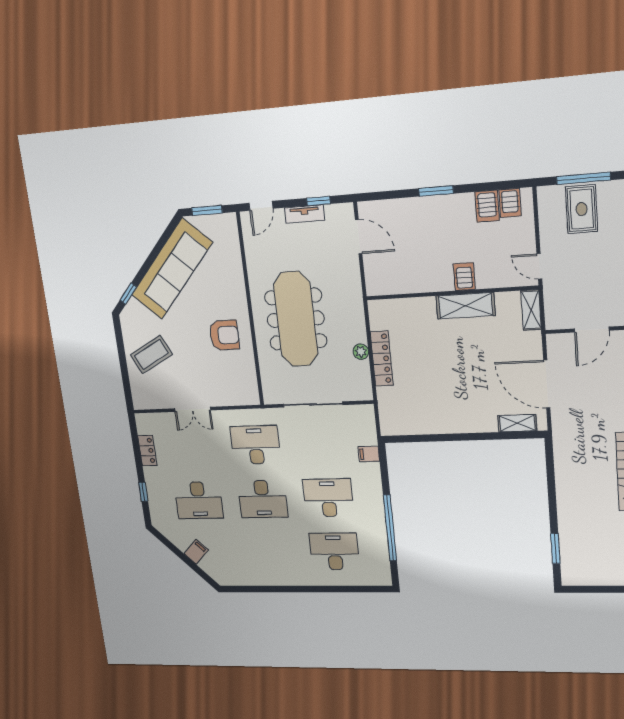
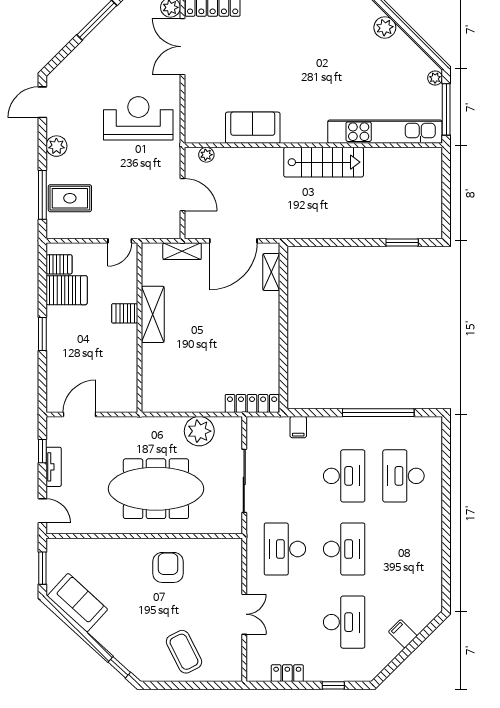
server rack: (487, 206) -> (67, 290), width x1.36, depth x1.44
sofa: (172, 269) -> (77, 603), width x0.54, depth x0.79
shelving: (531, 310) -> (182, 251), moved
plant: (361, 352) -> (199, 431), width x1.88, depth x1.88
locker: (382, 359) -> (252, 403), moved
desk: (328, 498) -> (344, 476), turned 180

